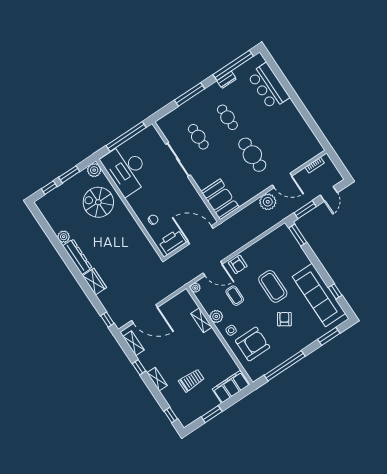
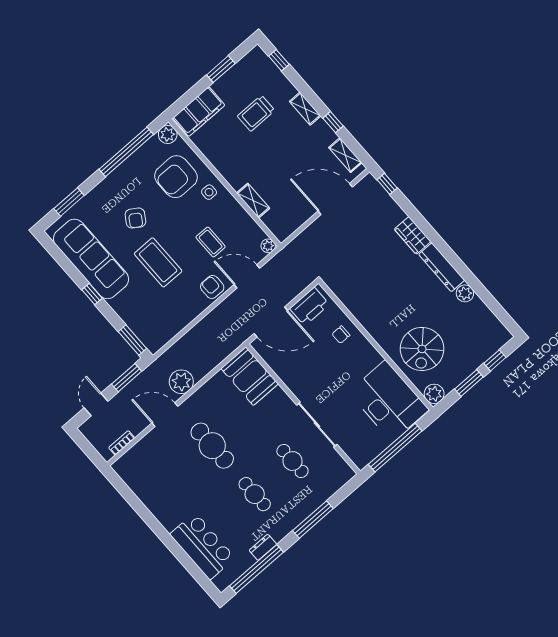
spiral stairs: (98, 202) -> (422, 349), turned 90
window: (335, 291) -> (92, 294), moved
plant: (216, 316) -> (168, 134), moved

